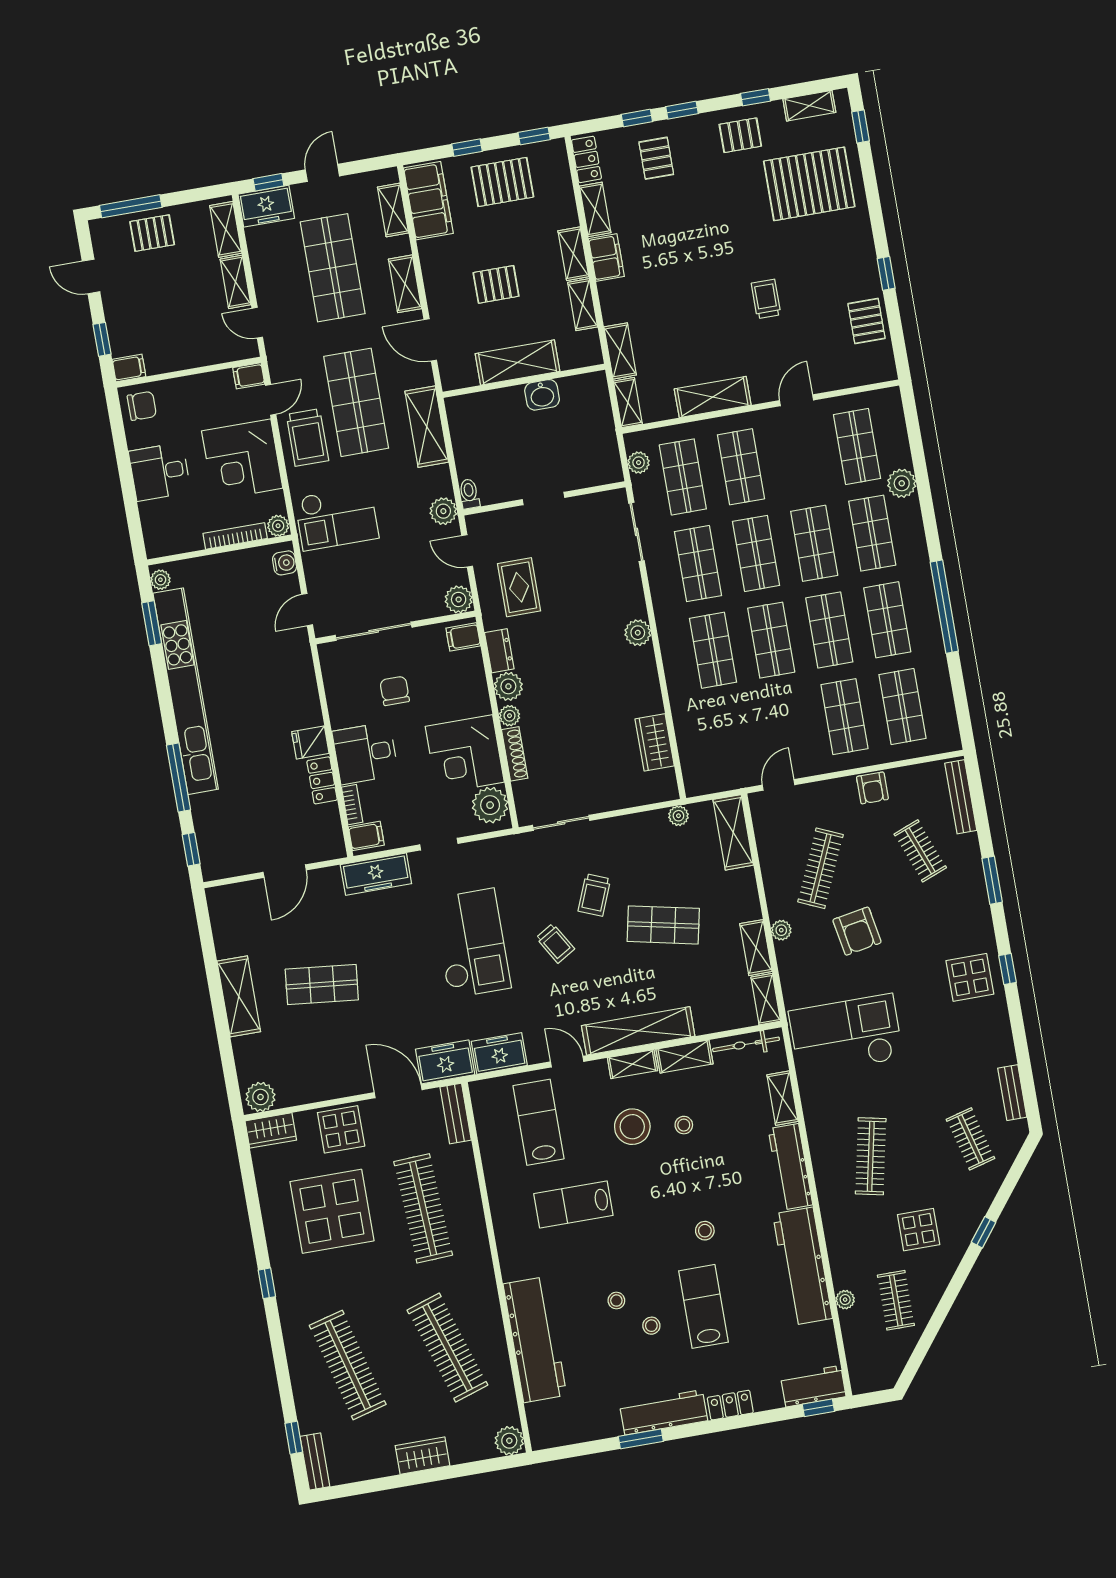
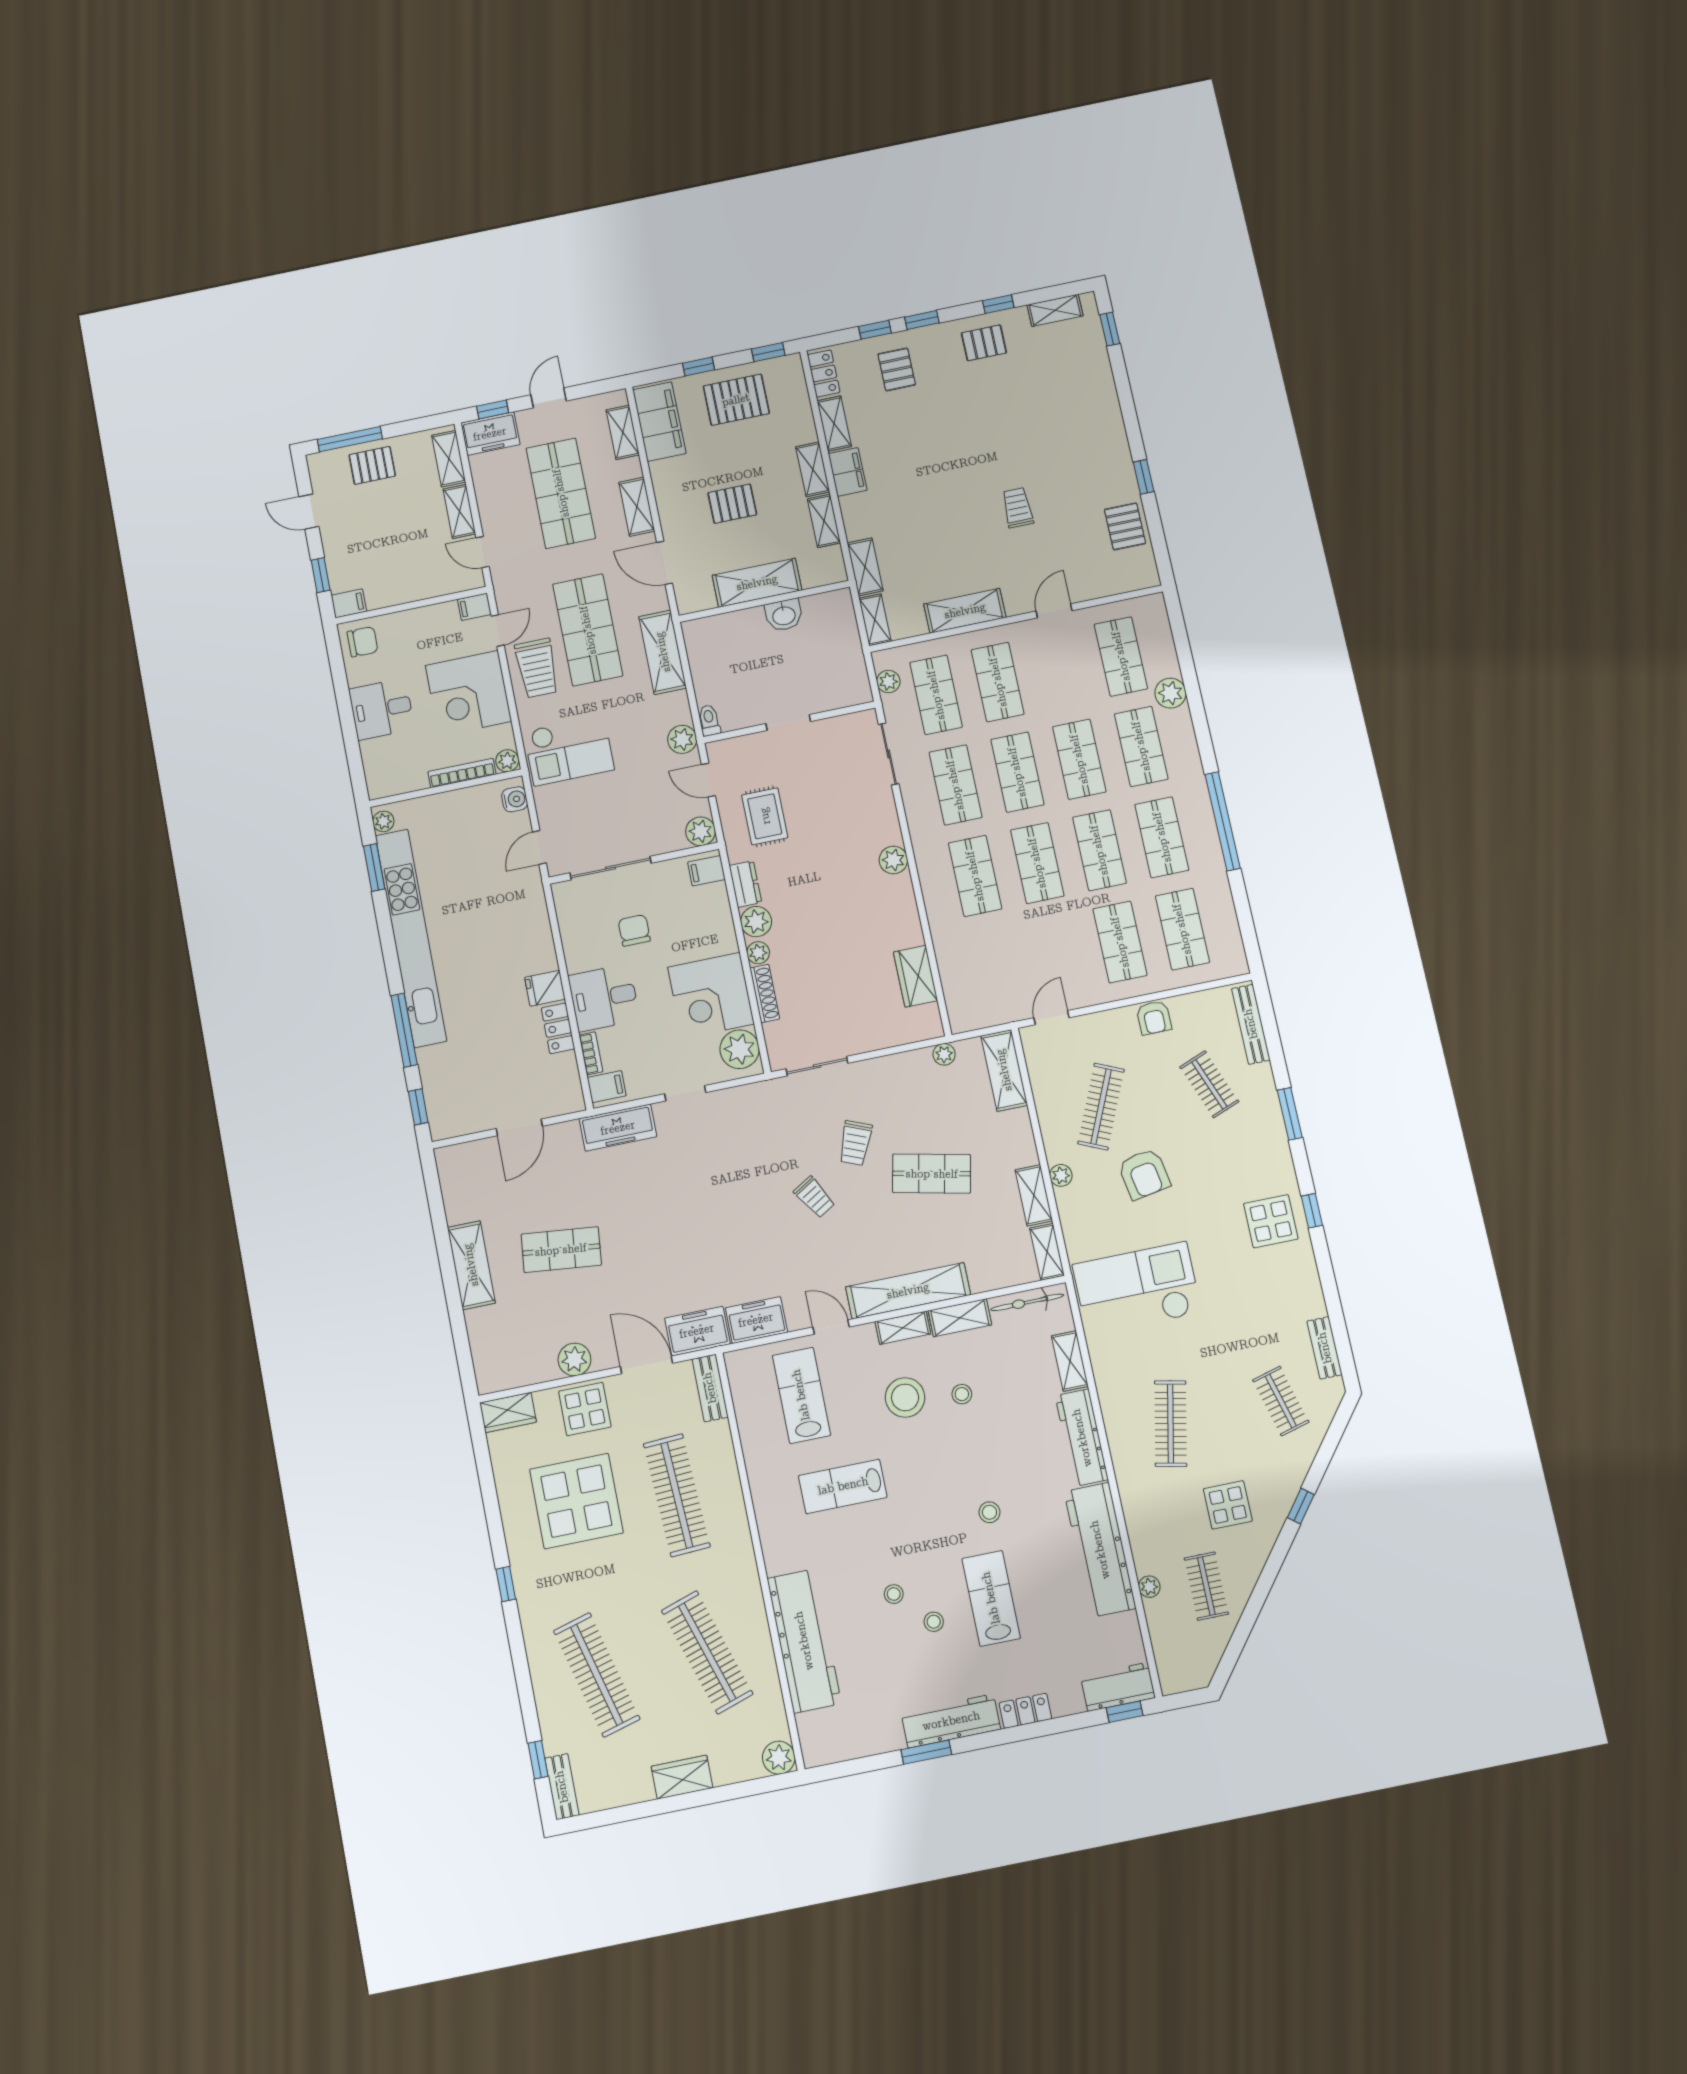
pallet: (809, 184) -> (1058, 389), removed
checkout: (472, 943) -> (723, 1200), removed
plant: (261, 1097) -> (574, 1359), moved

